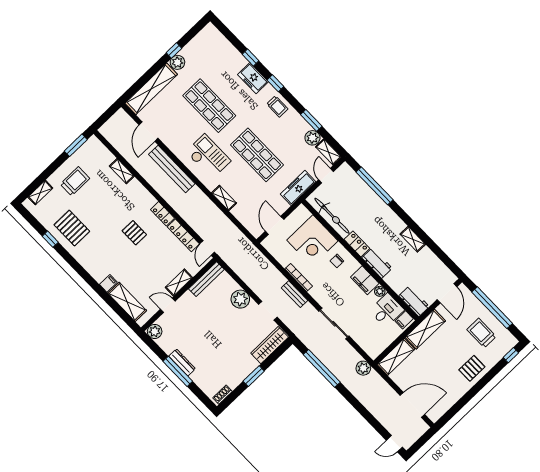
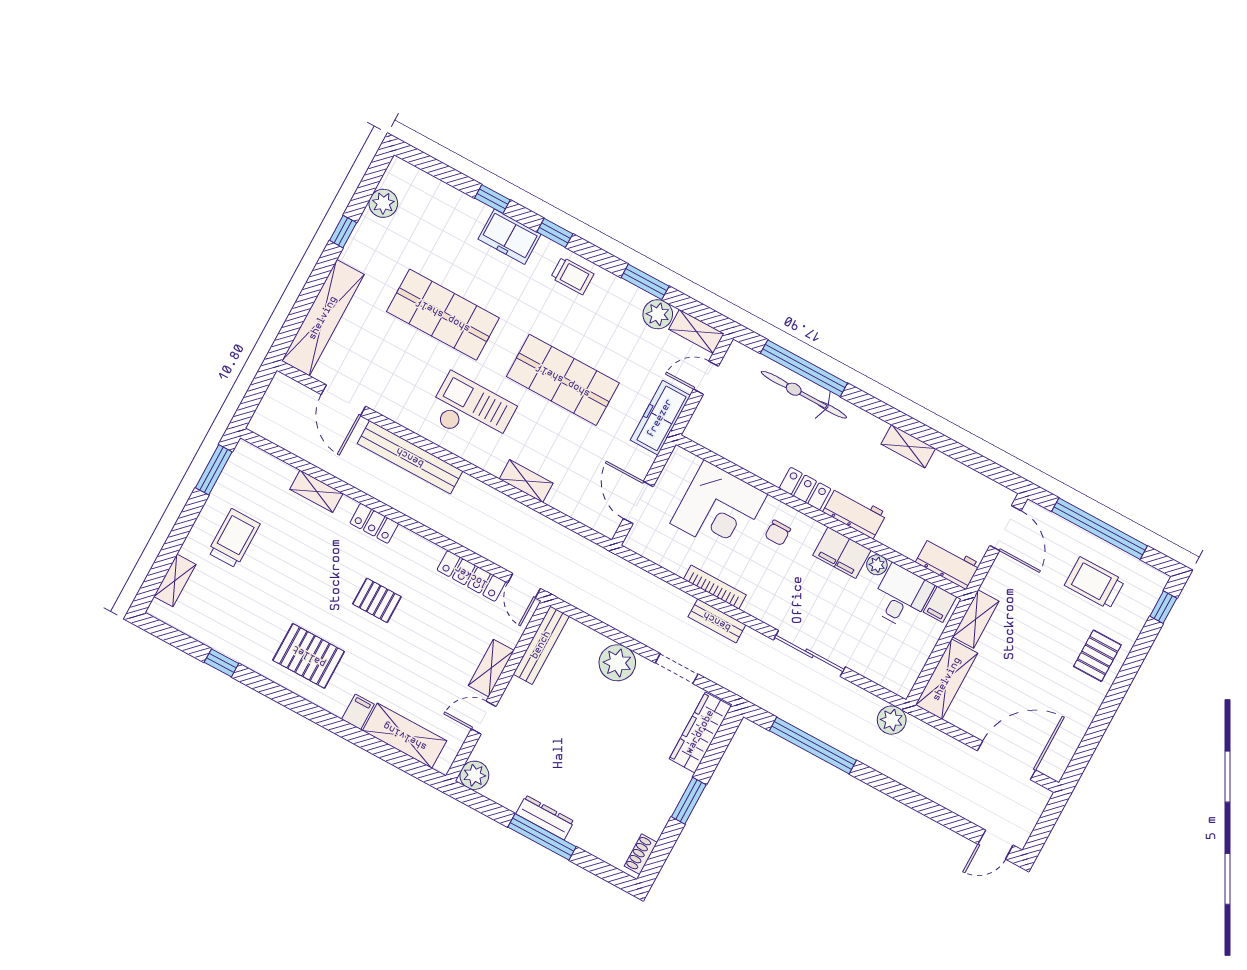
plant: (177, 62) -> (383, 203), moved
door: (326, 176) -> (706, 378), hinge flipped
locker: (162, 214) -> (374, 523), moved
bicycle: (332, 216) -> (804, 395), moved, turned 180
pallet: (72, 228) -> (309, 656), moved
shelving: (425, 329) -> (976, 619), width x0.67, depth x0.75

